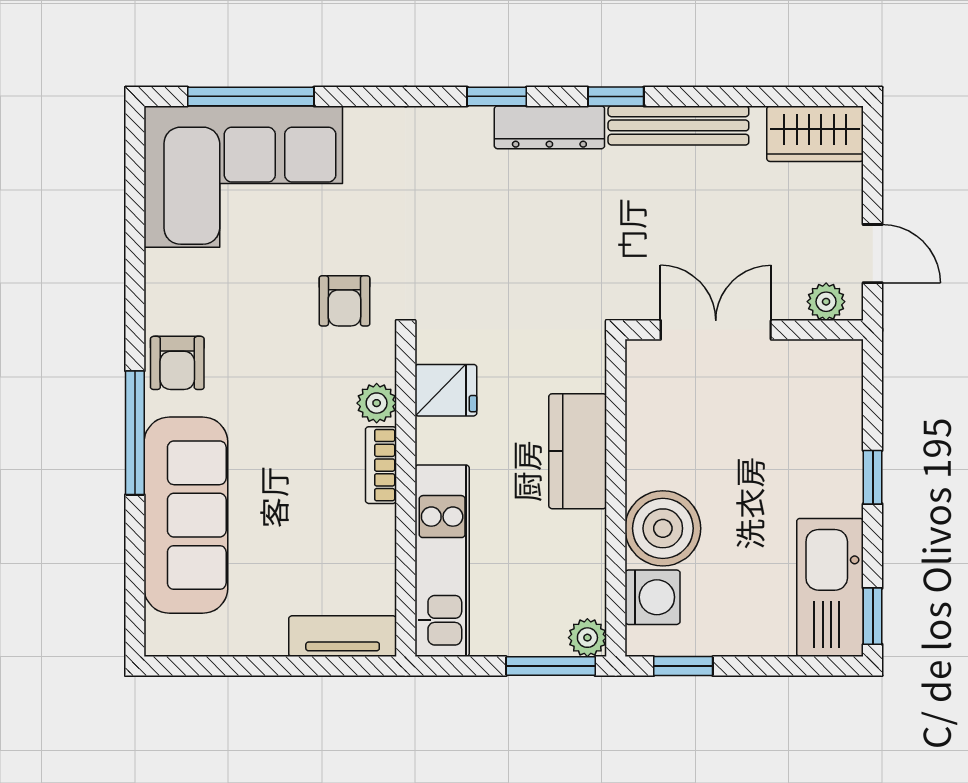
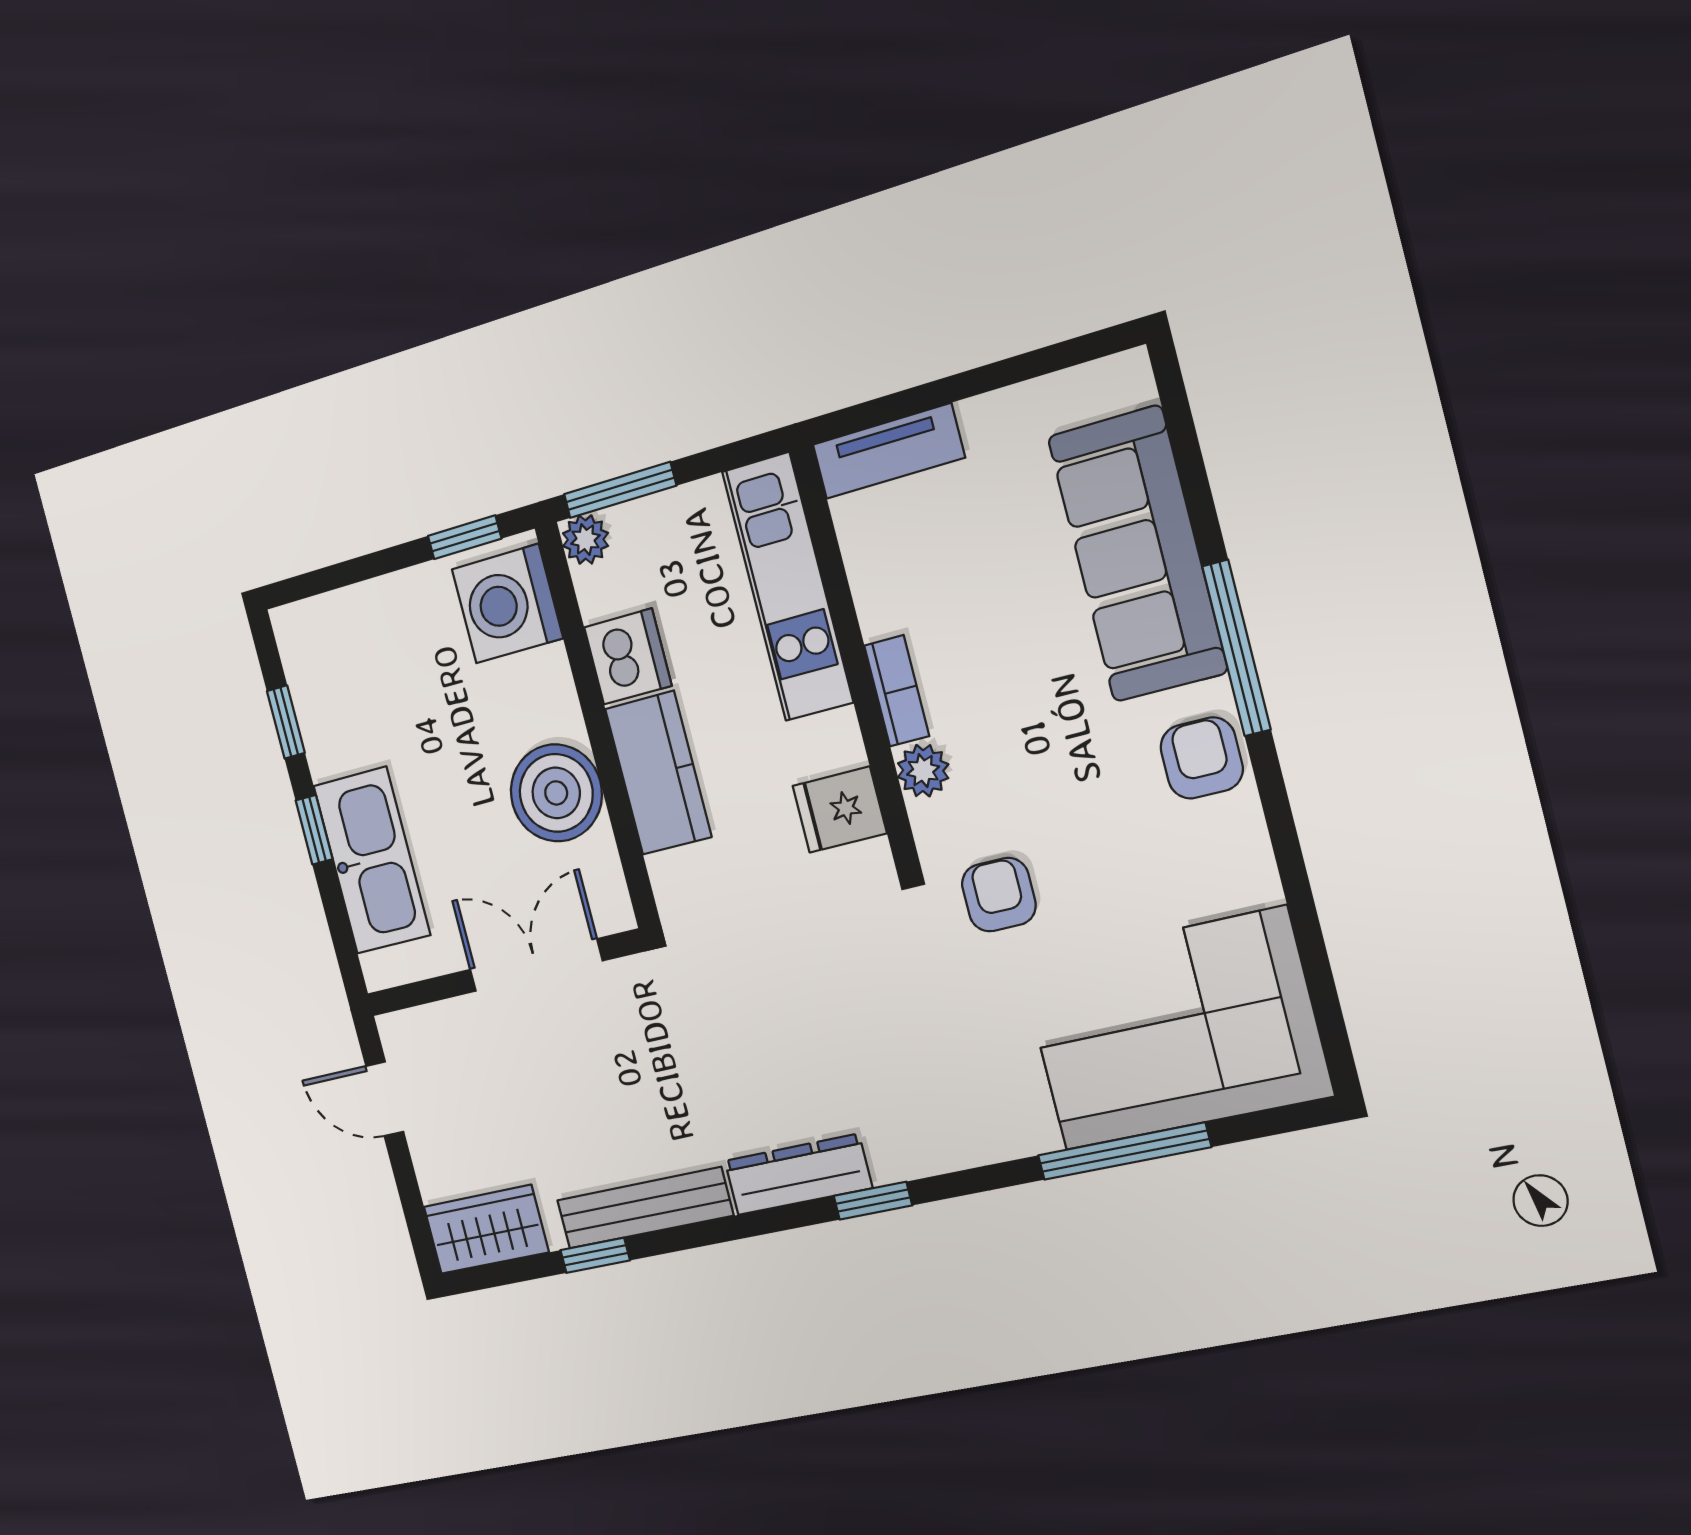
window: (251, 96) -> (1124, 1151), moved
window: (616, 96) -> (595, 1255), moved
plant: (826, 302) -> (421, 1029), removed
double door: (716, 330) -> (536, 965), swing flipped
boiler: (663, 528) -> (556, 793), moved
dishwasher: (578, 543) -> (628, 656), added
kitchen sink: (830, 588) -> (372, 860), moved
washing machine: (653, 597) -> (507, 604), width x1.37, depth x1.37
window: (873, 616) -> (286, 722), moved

